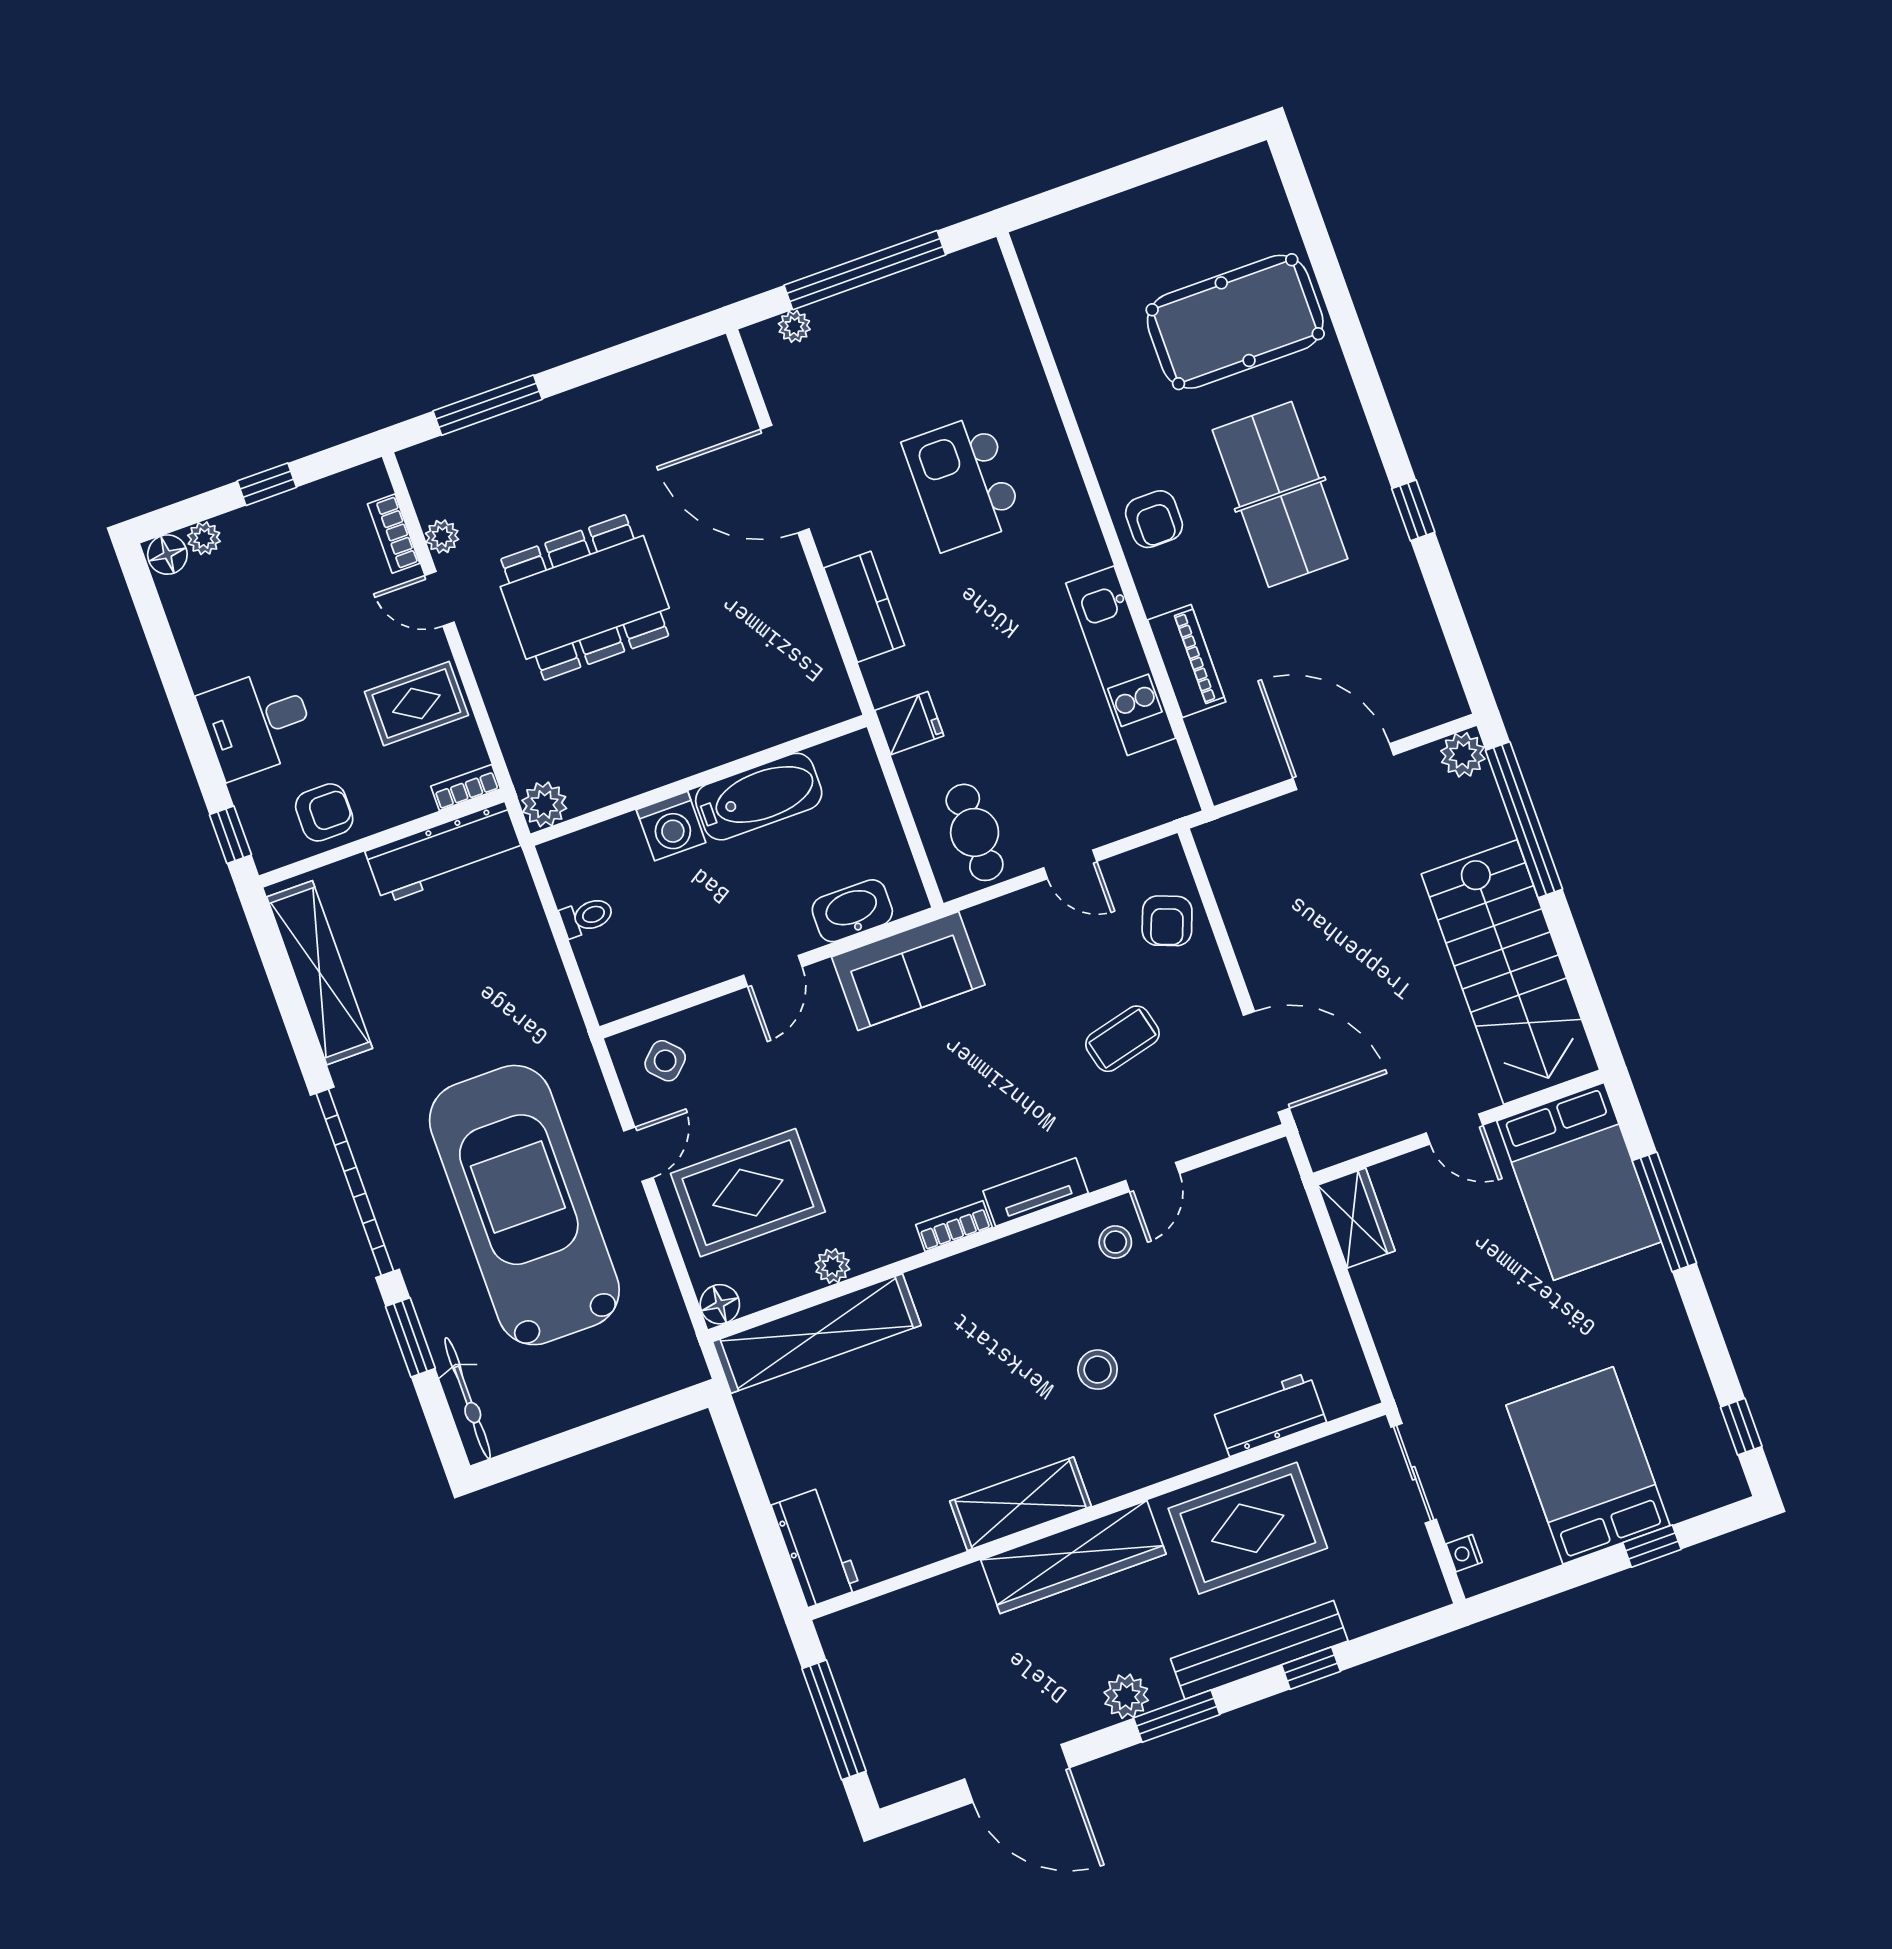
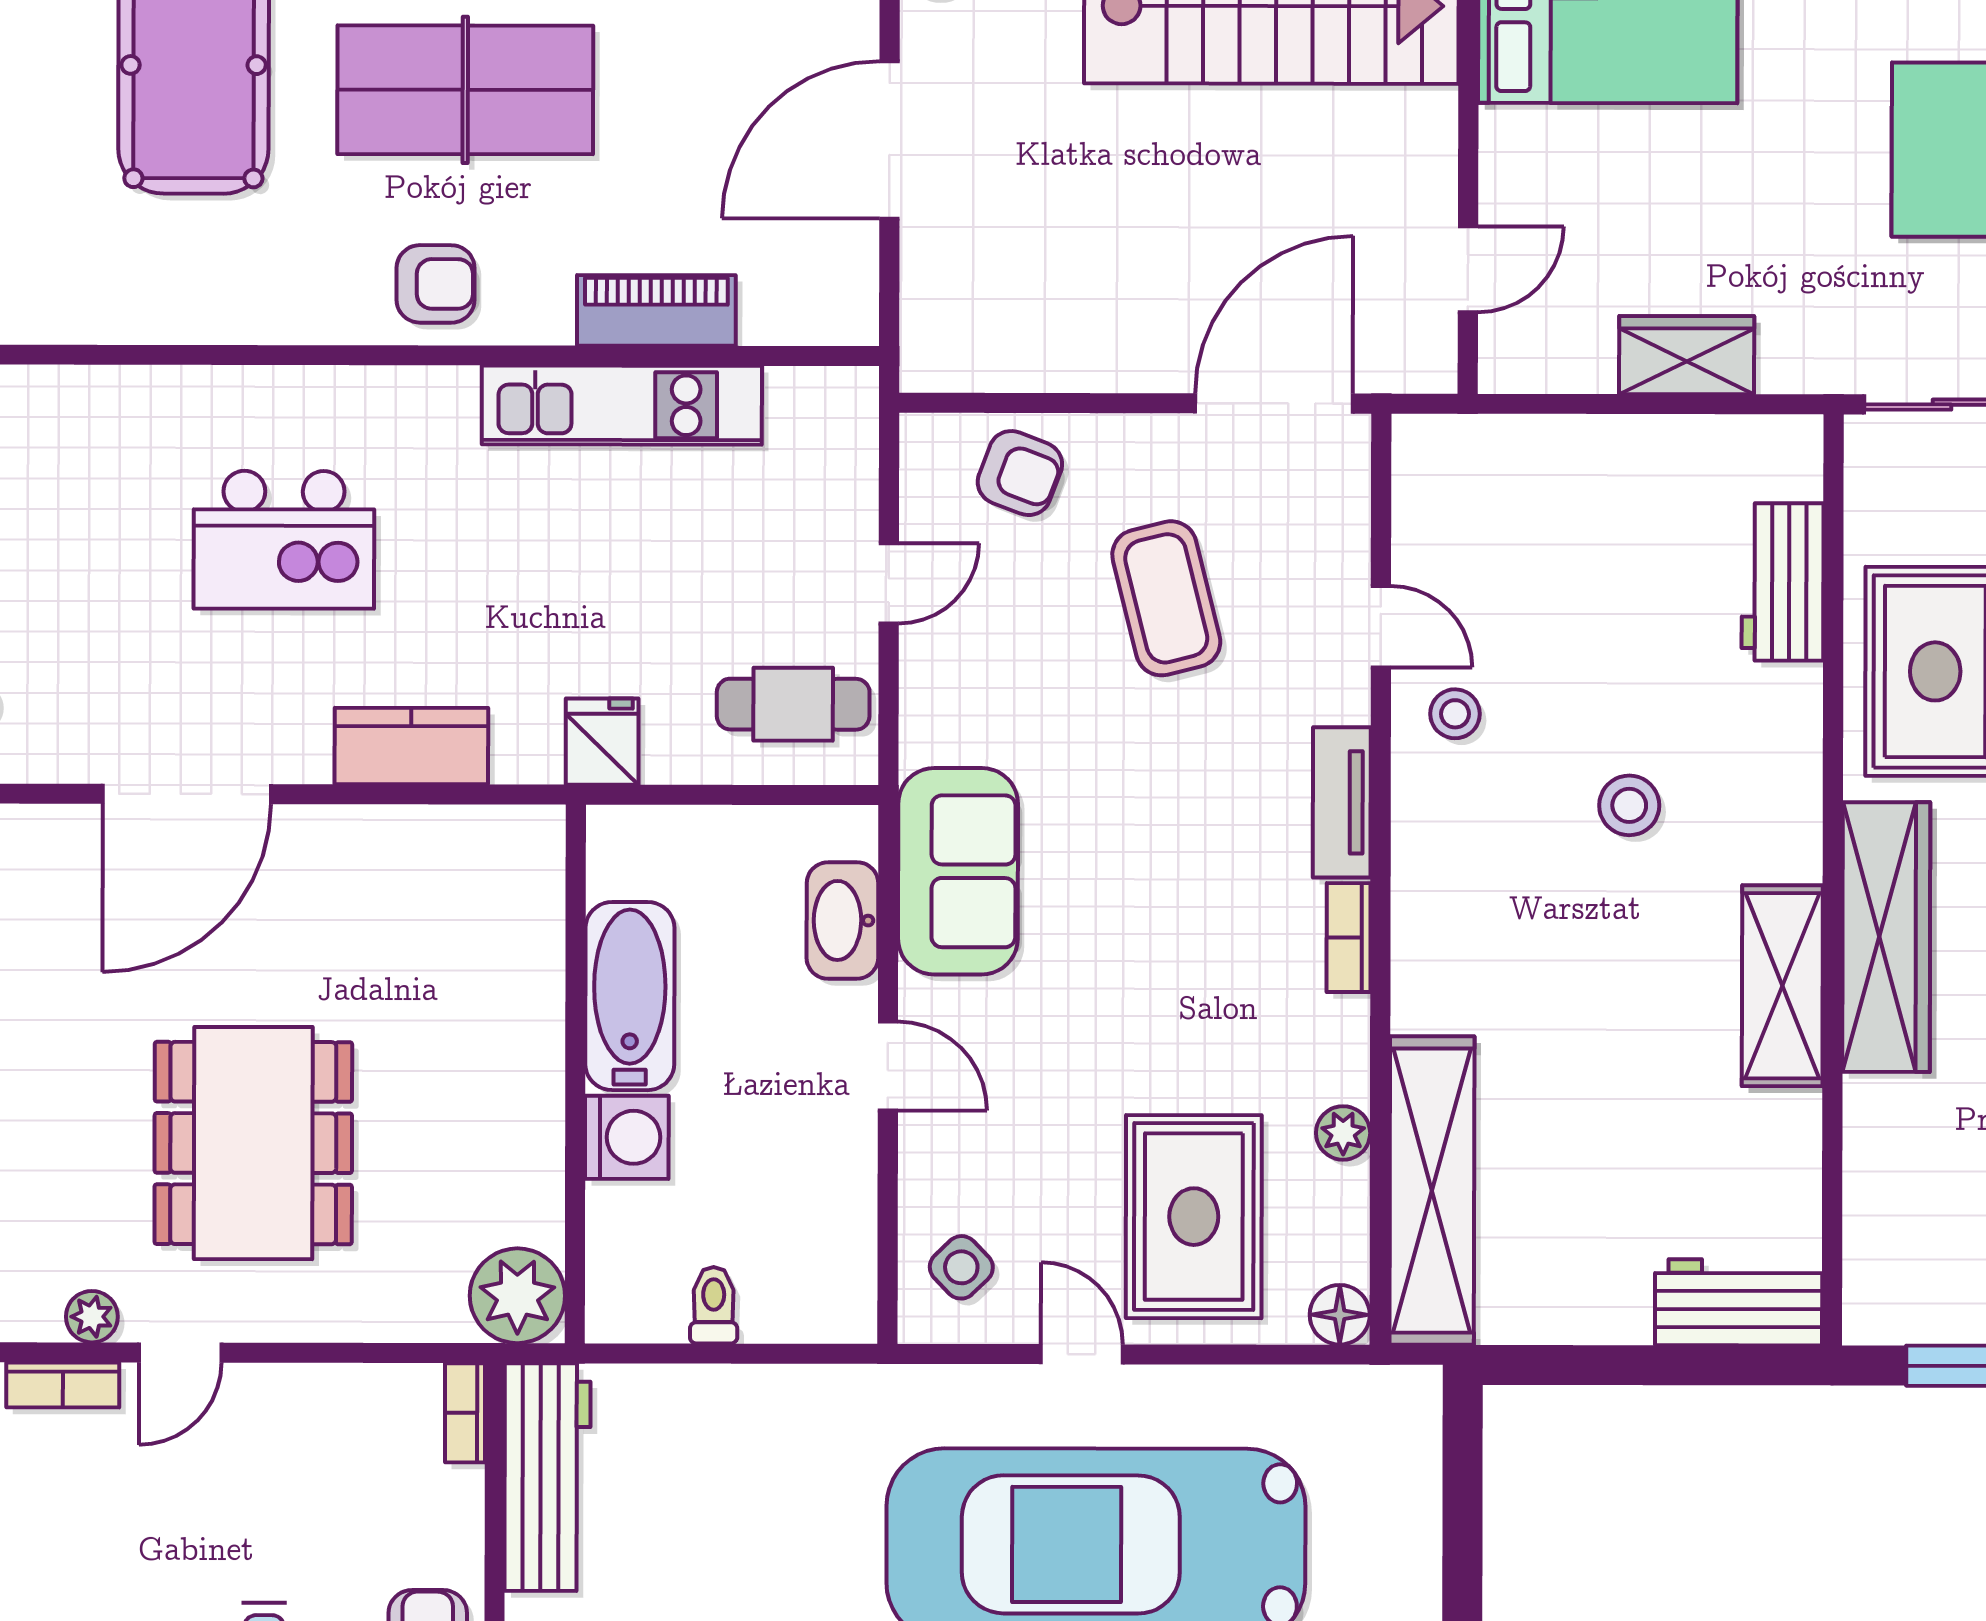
rug: (416, 704) -> (319, 1440), removed
plant: (544, 804) -> (517, 1296), width x1.36, depth x1.36
coffee table: (1122, 1039) -> (1166, 598), width x1.36, depth x1.30
door: (1455, 1129) -> (1468, 269), moved
wardrobe: (1356, 1218) -> (1687, 355), moved

